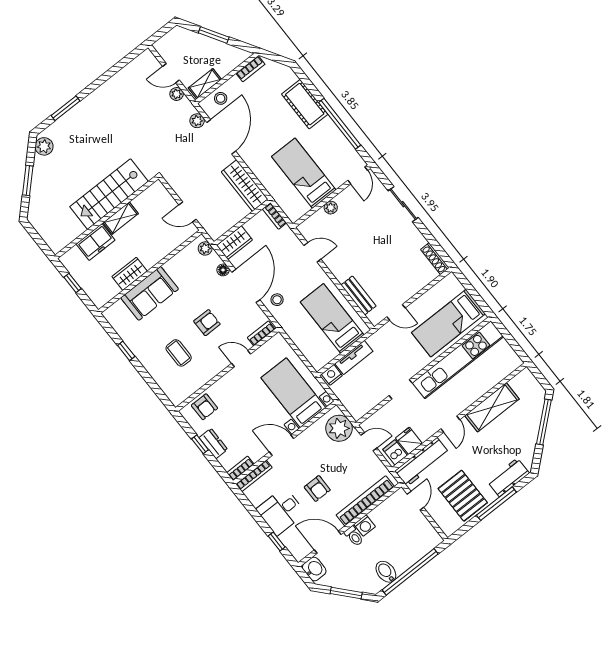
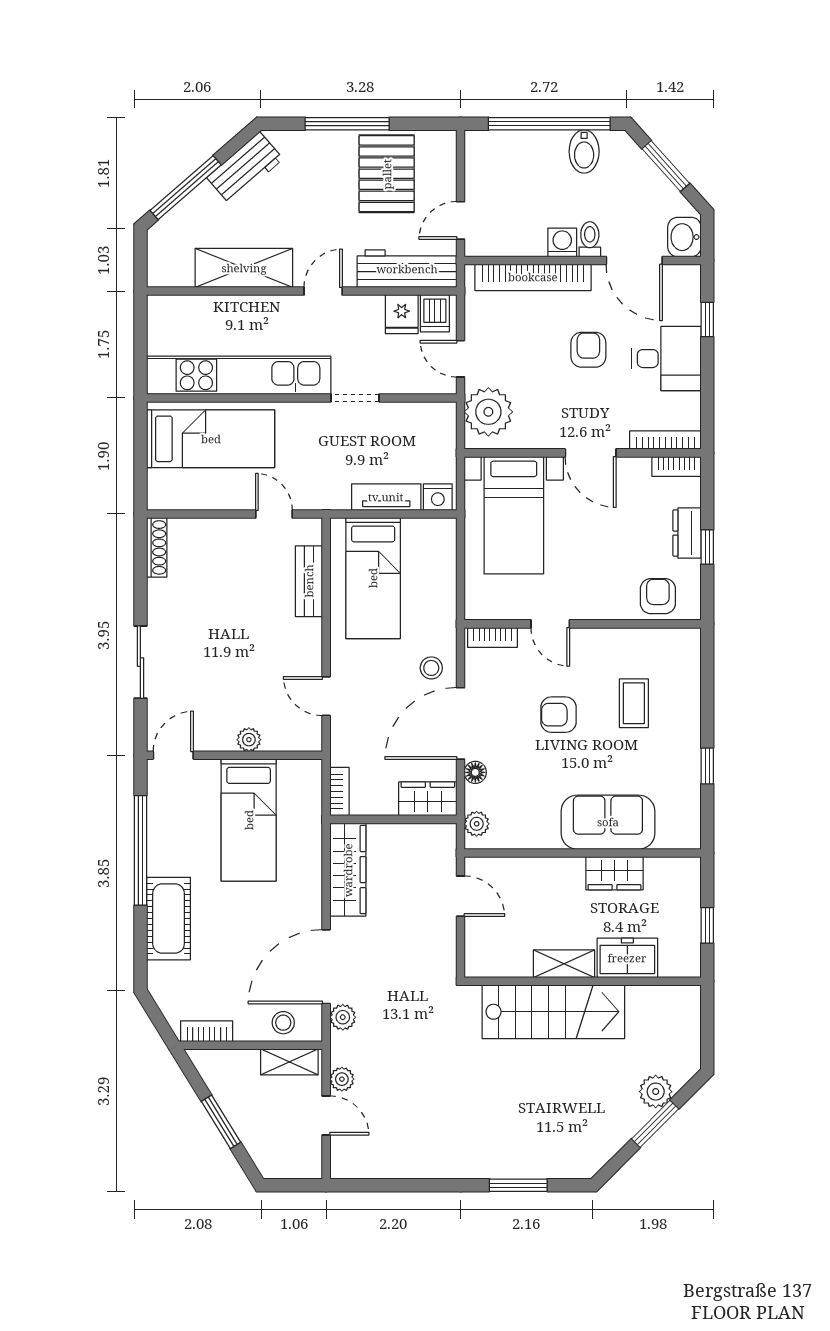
plant: (44, 146) -> (656, 1092), moved
workbench: (508, 477) -> (245, 168), moved, turned -41

